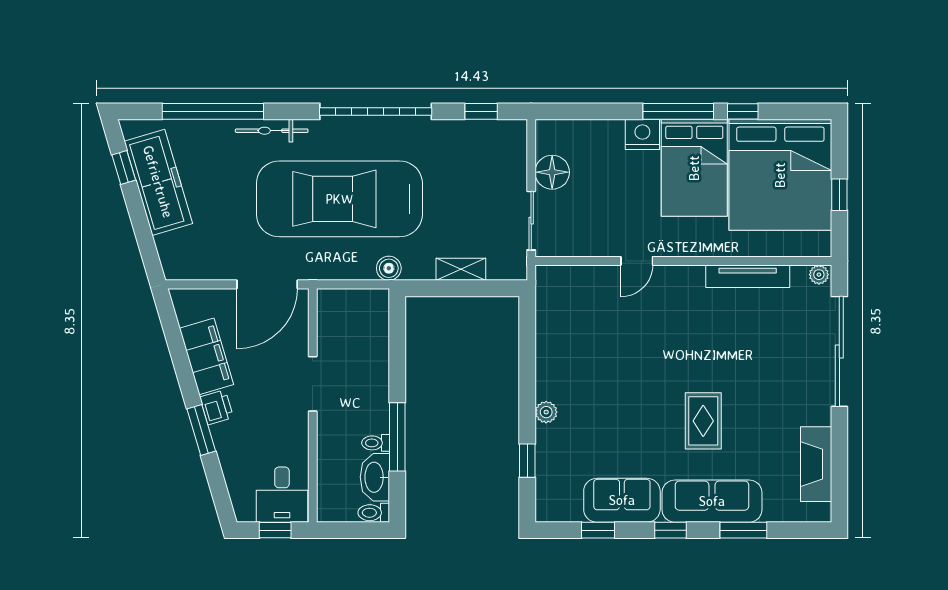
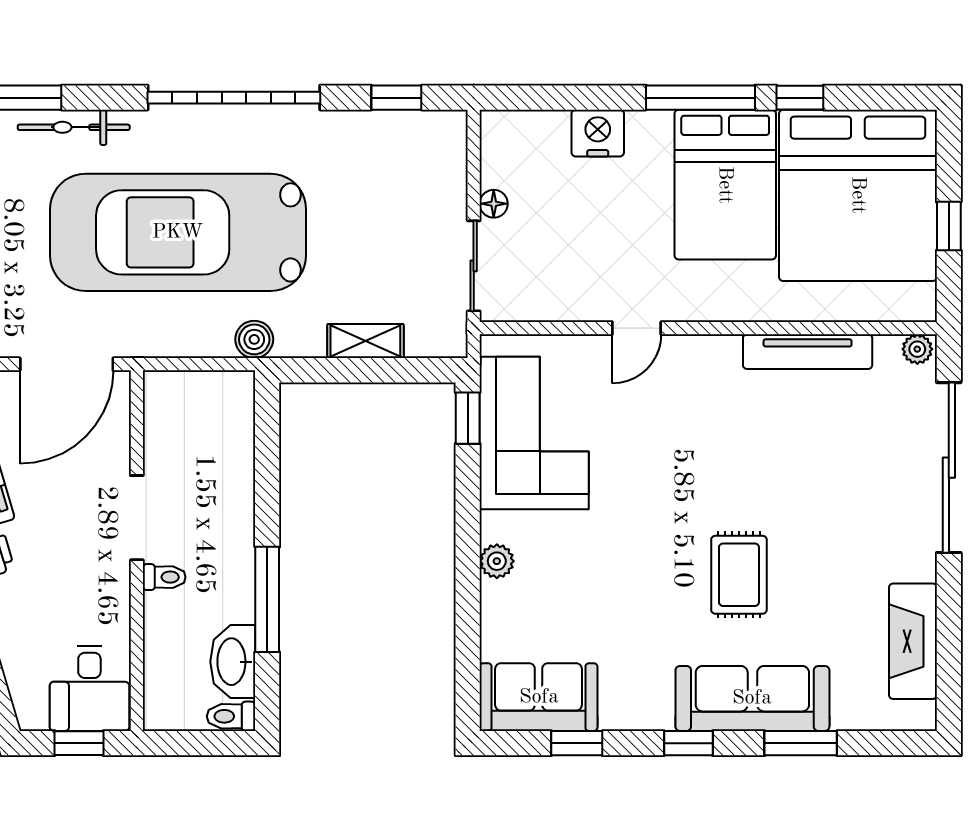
nightstand: (642, 134) -> (598, 133), moved
floor lamp: (552, 172) -> (494, 204), width x0.53, depth x0.53
corner sofa: (570, 329) -> (534, 433), added
toilet: (376, 443) -> (164, 577), moved, turned 180
window: (527, 461) -> (468, 418), moved
sofa: (622, 500) -> (539, 697), moved

